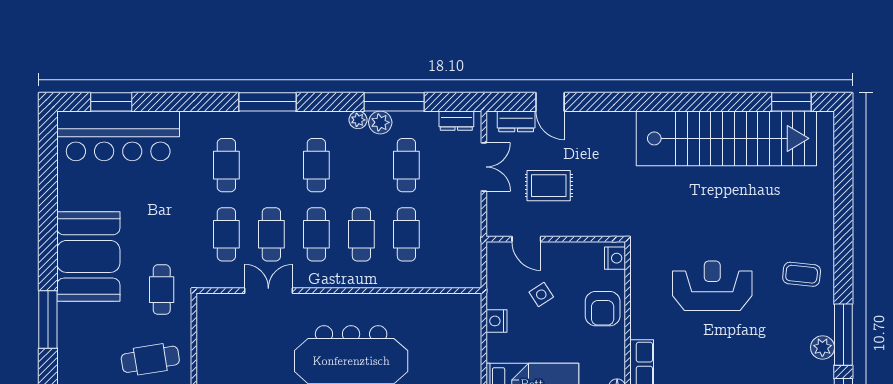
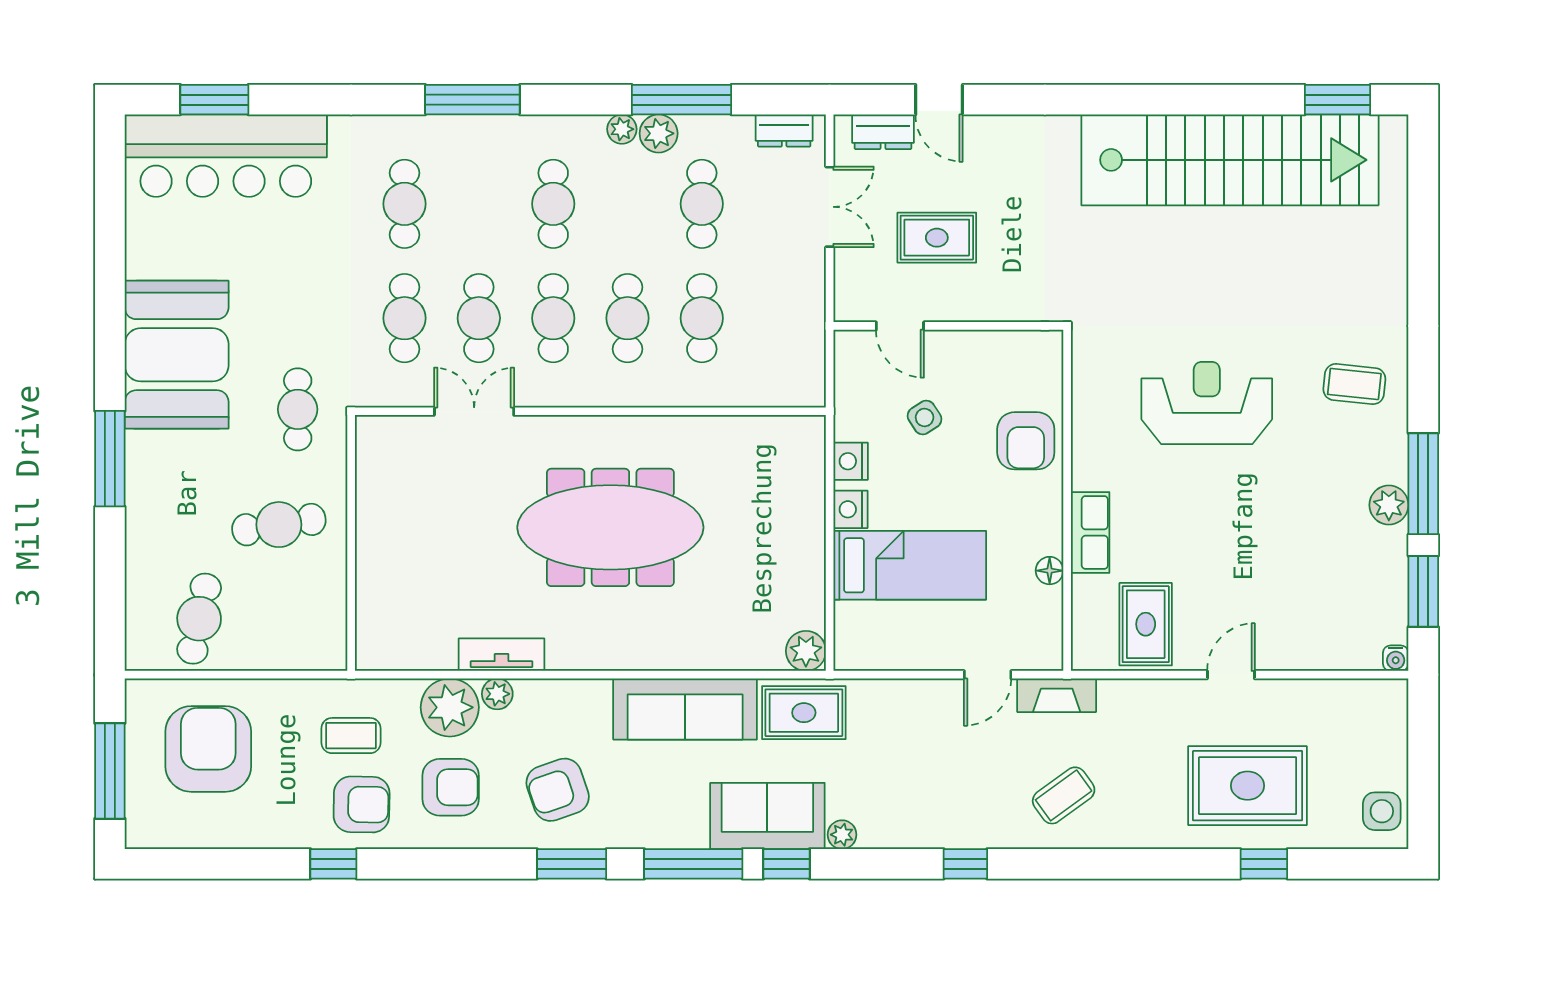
nightstand: (615, 258) -> (851, 509), moved, turned 180

